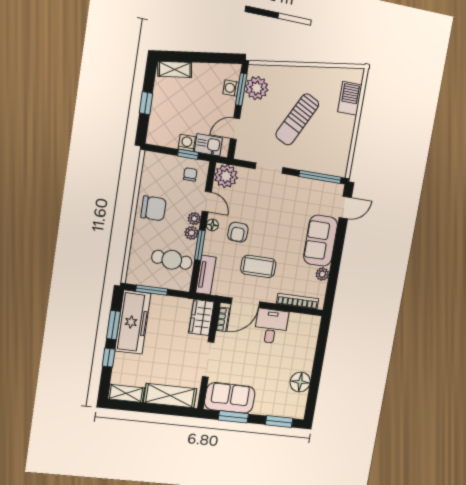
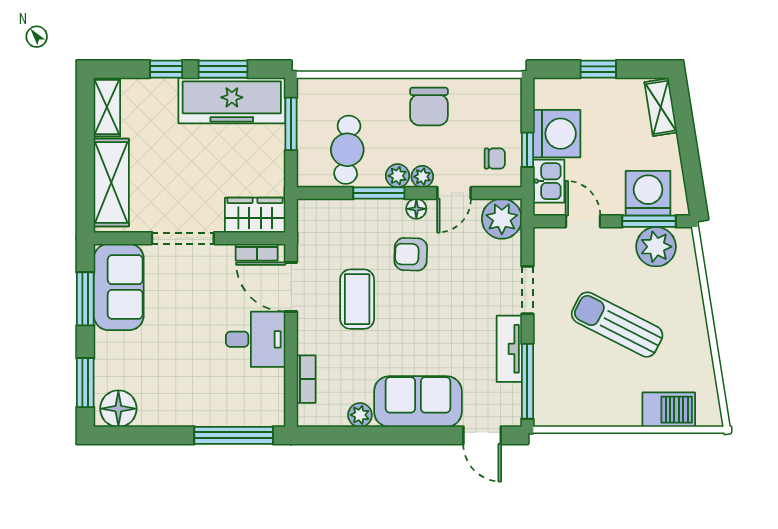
washing machine: (231, 88) -> (648, 193), width x1.89, depth x1.89
washing machine: (187, 143) -> (557, 134), width x1.89, depth x1.89
tv unit: (206, 275) -> (509, 349), moved, turned 90
bookcase: (298, 301) -> (306, 379), width x0.64
window: (321, 345) -> (234, 435), added
floor lamp: (300, 382) -> (118, 409), moved

